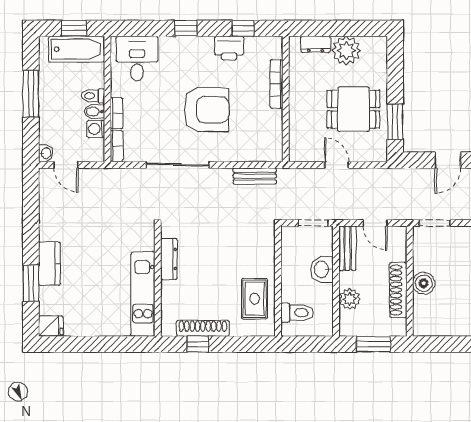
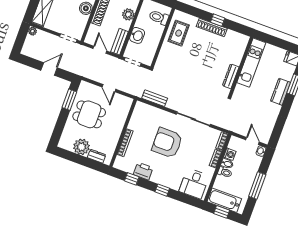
dresser: (169, 259) -> (231, 76), moved
wall: (158, 281) -> (241, 67), moved
kitchen unit: (143, 294) -> (251, 63), moved

